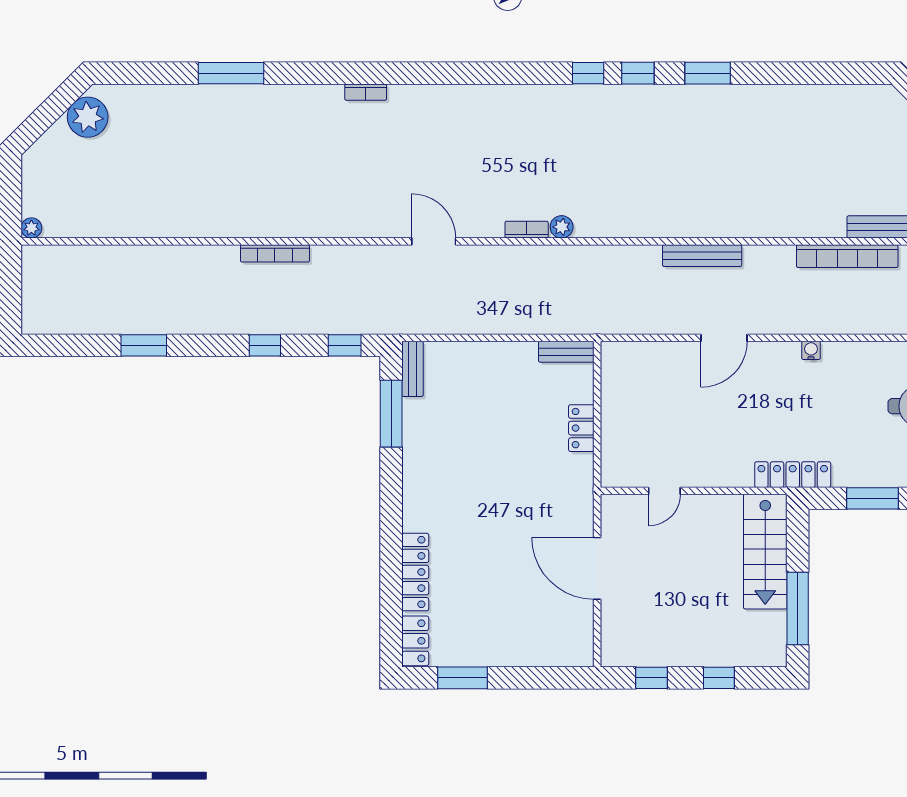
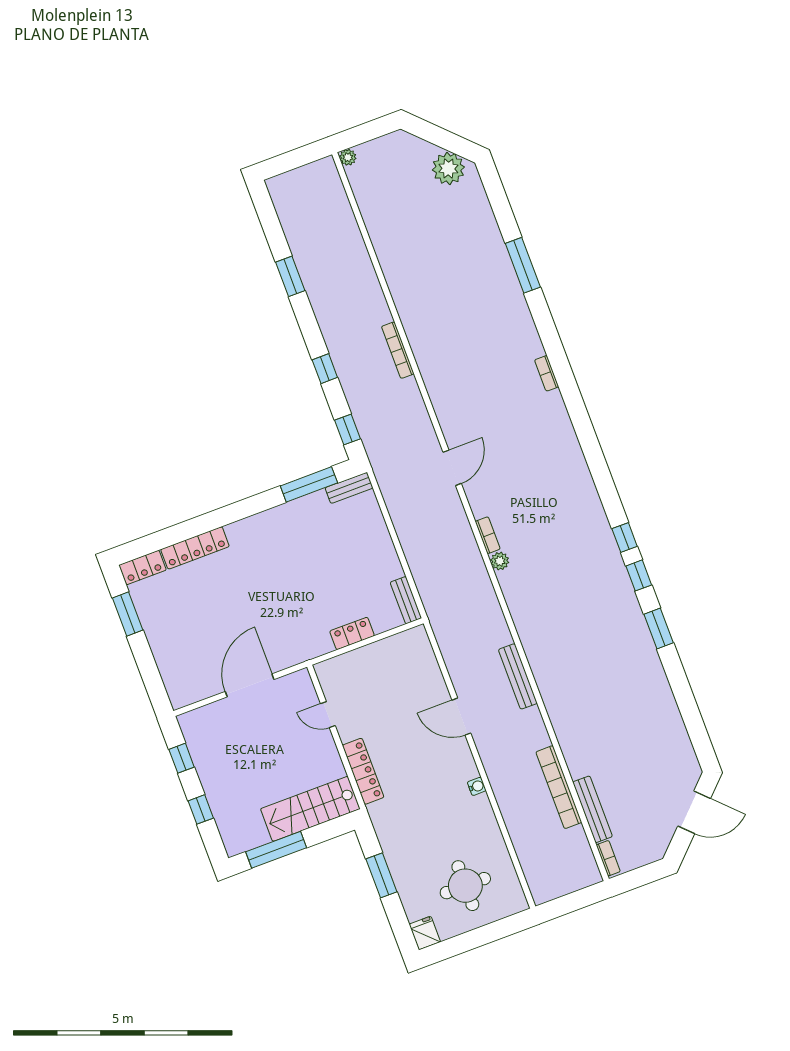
locker: (793, 475) -> (363, 771), moved

